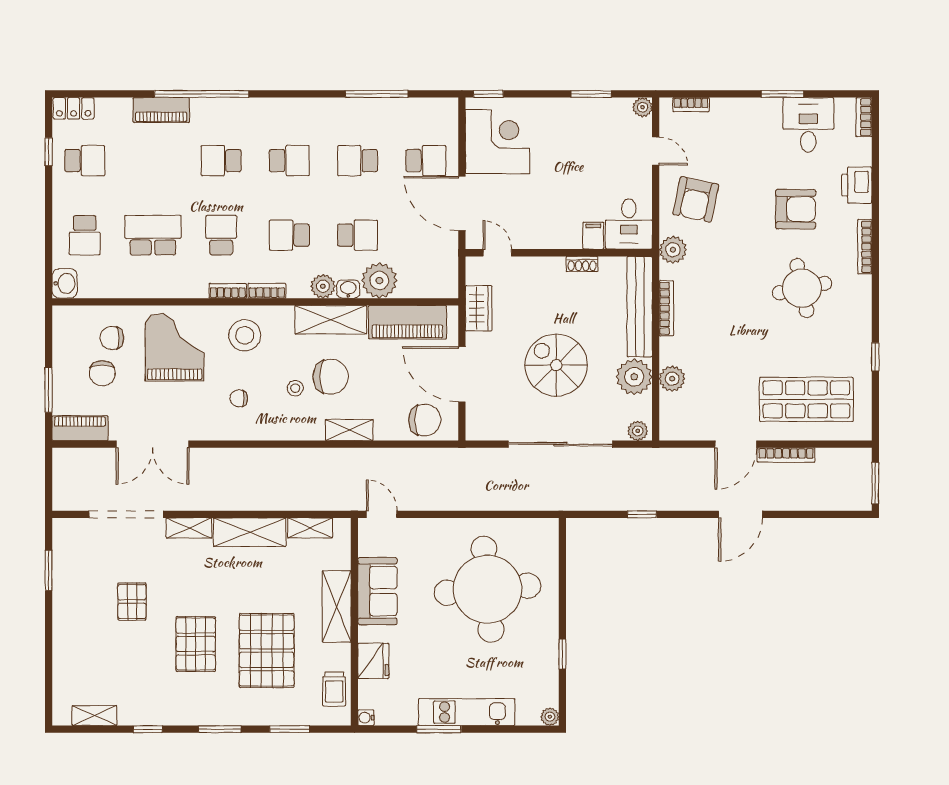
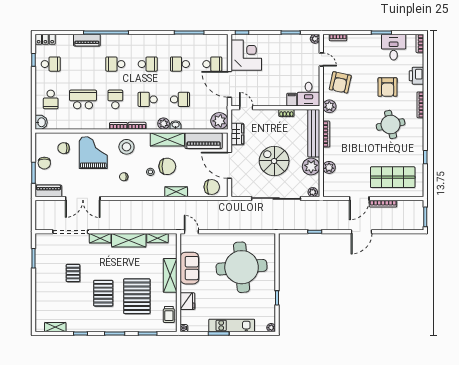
armchair: (796, 209) -> (388, 87), turned 90
plant: (379, 280) -> (219, 121), moved
chair: (102, 373) -> (44, 163), moved

